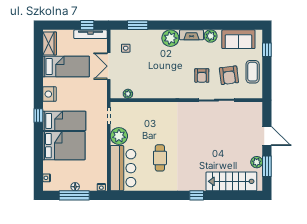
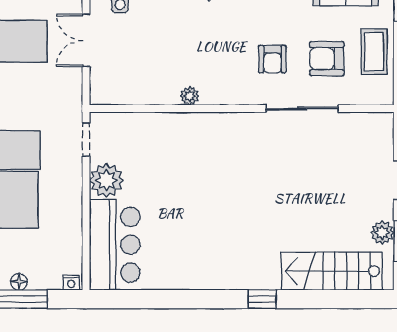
armchair: (229, 75) -> (327, 59), turned 97
plant: (128, 94) -> (190, 96), moved
cafe table: (160, 158) -> (189, 224), removed

